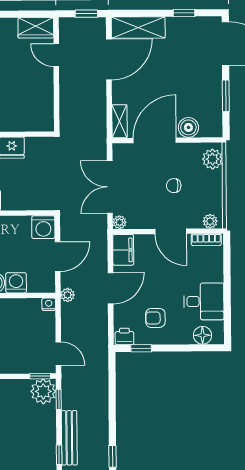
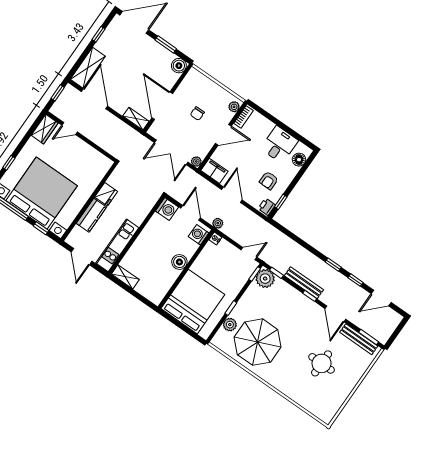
boiler: (188, 127) -> (179, 66), moved
plant: (212, 159) -> (198, 79), removed
washing machine: (16, 283) -> (199, 235), moved

